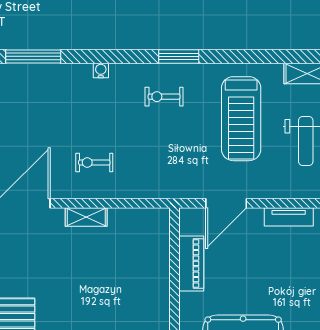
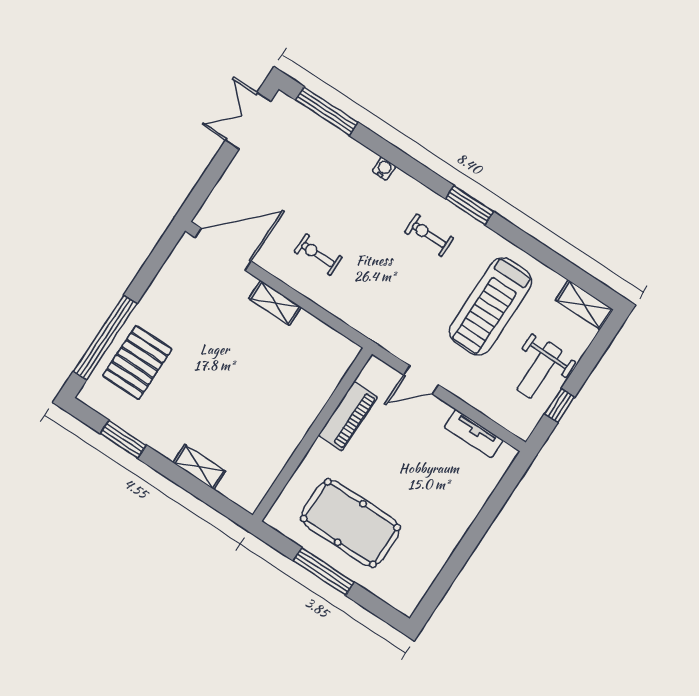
door: (226, 203) -> (421, 380), width x0.73

